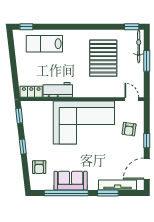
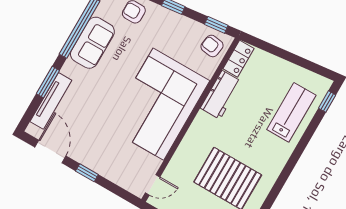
armchair: (129, 129) -> (212, 46), moved

